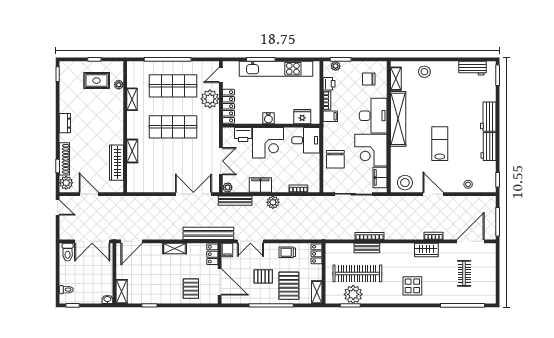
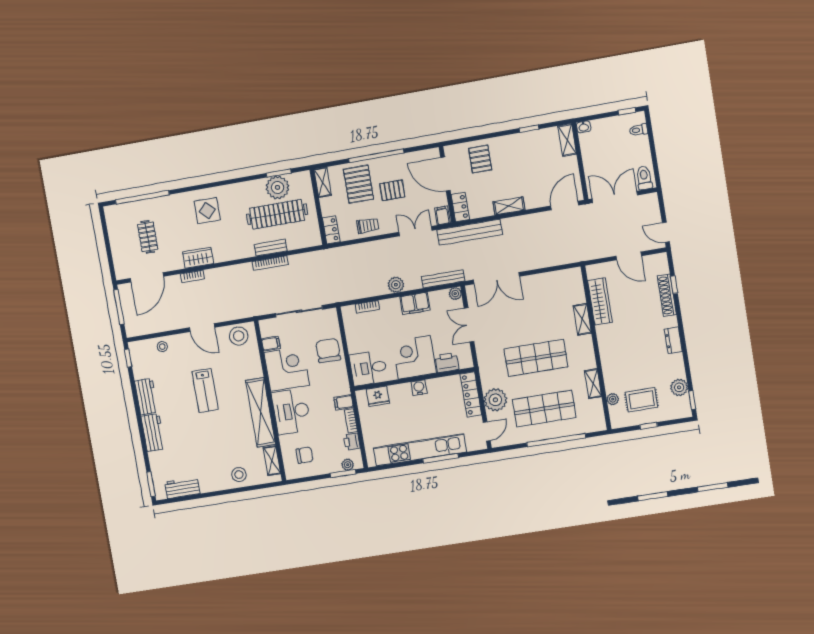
filing cabinet: (380, 177) -> (271, 344), width x0.50
plant: (66, 183) -> (679, 387), moved

